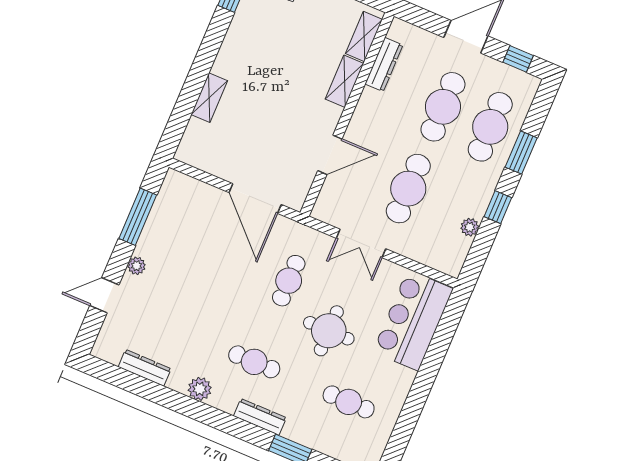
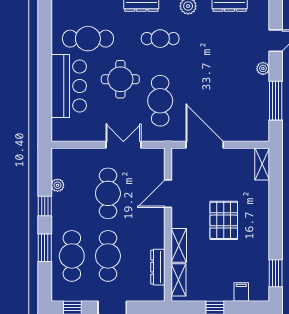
pallet: (272, 89) -> (224, 220), added
shelving: (209, 98) -> (262, 164), moved
cafe table: (289, 281) -> (160, 101), width x1.37, depth x1.35
bar counter: (413, 320) -> (69, 86), moved
cafe table: (349, 402) -> (88, 39), width x1.37, depth x1.35

